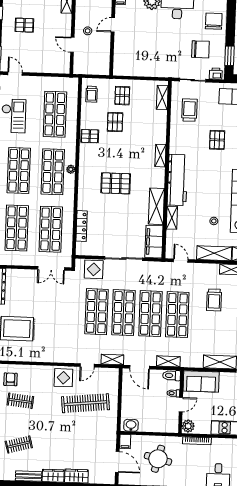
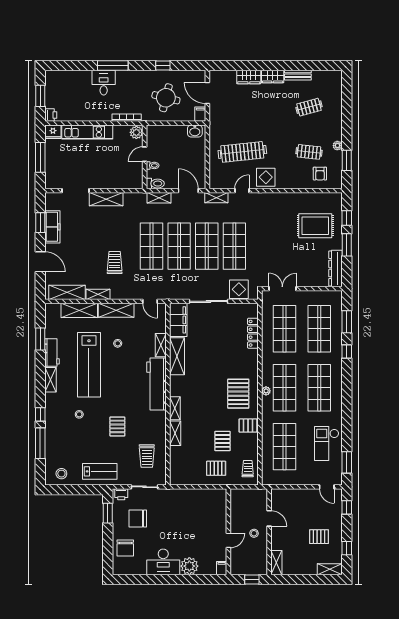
pallet: (122, 96) -> (216, 468), turned 90
shelving: (162, 97) -> (175, 433), moved
pallet: (116, 183) -> (238, 394), moved, turned 90
sofa: (201, 381) -> (125, 179), removed

